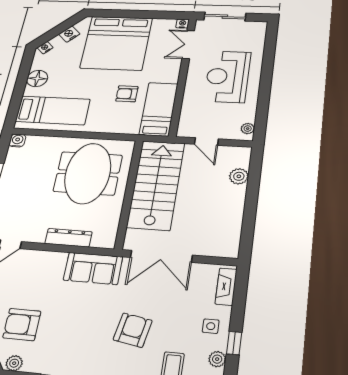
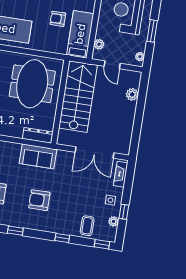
window: (264, 97) -> (152, 31), added
plant: (186, 118) -> (99, 44), added
dresser: (68, 238) -> (38, 135), moved
double door: (161, 256) -> (95, 153), moved
armchair: (133, 330) -> (39, 200), moved, turned -100

